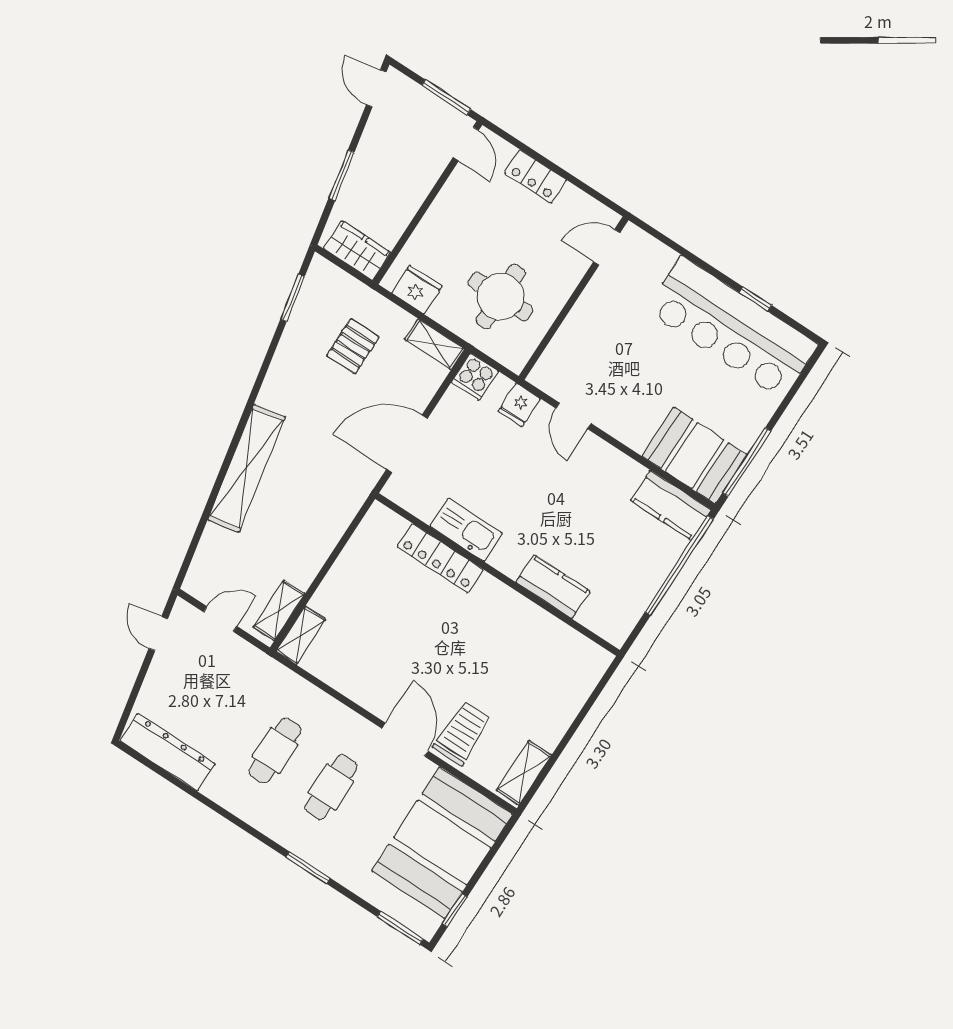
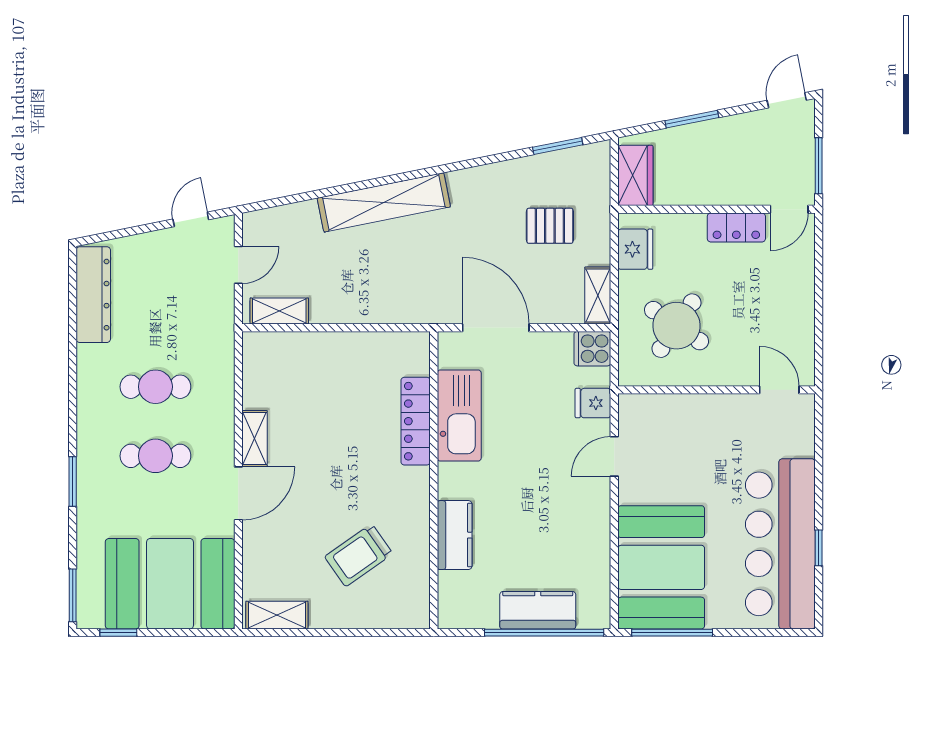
locker: (536, 176) -> (736, 227), moved, turned -90
round table: (501, 297) -> (676, 326), turned 34
booth: (695, 456) -> (661, 567), width x1.36, depth x1.42
kitchen counter: (671, 505) -> (538, 610), moved, turned 90
kitchen sink: (466, 530) -> (459, 416), width x1.36, depth x1.24
door: (220, 619) -> (238, 265), hinge flipped
shelving: (301, 635) -> (254, 438), moved, turned 90
trolley: (462, 733) -> (359, 555), moved, turned 145

